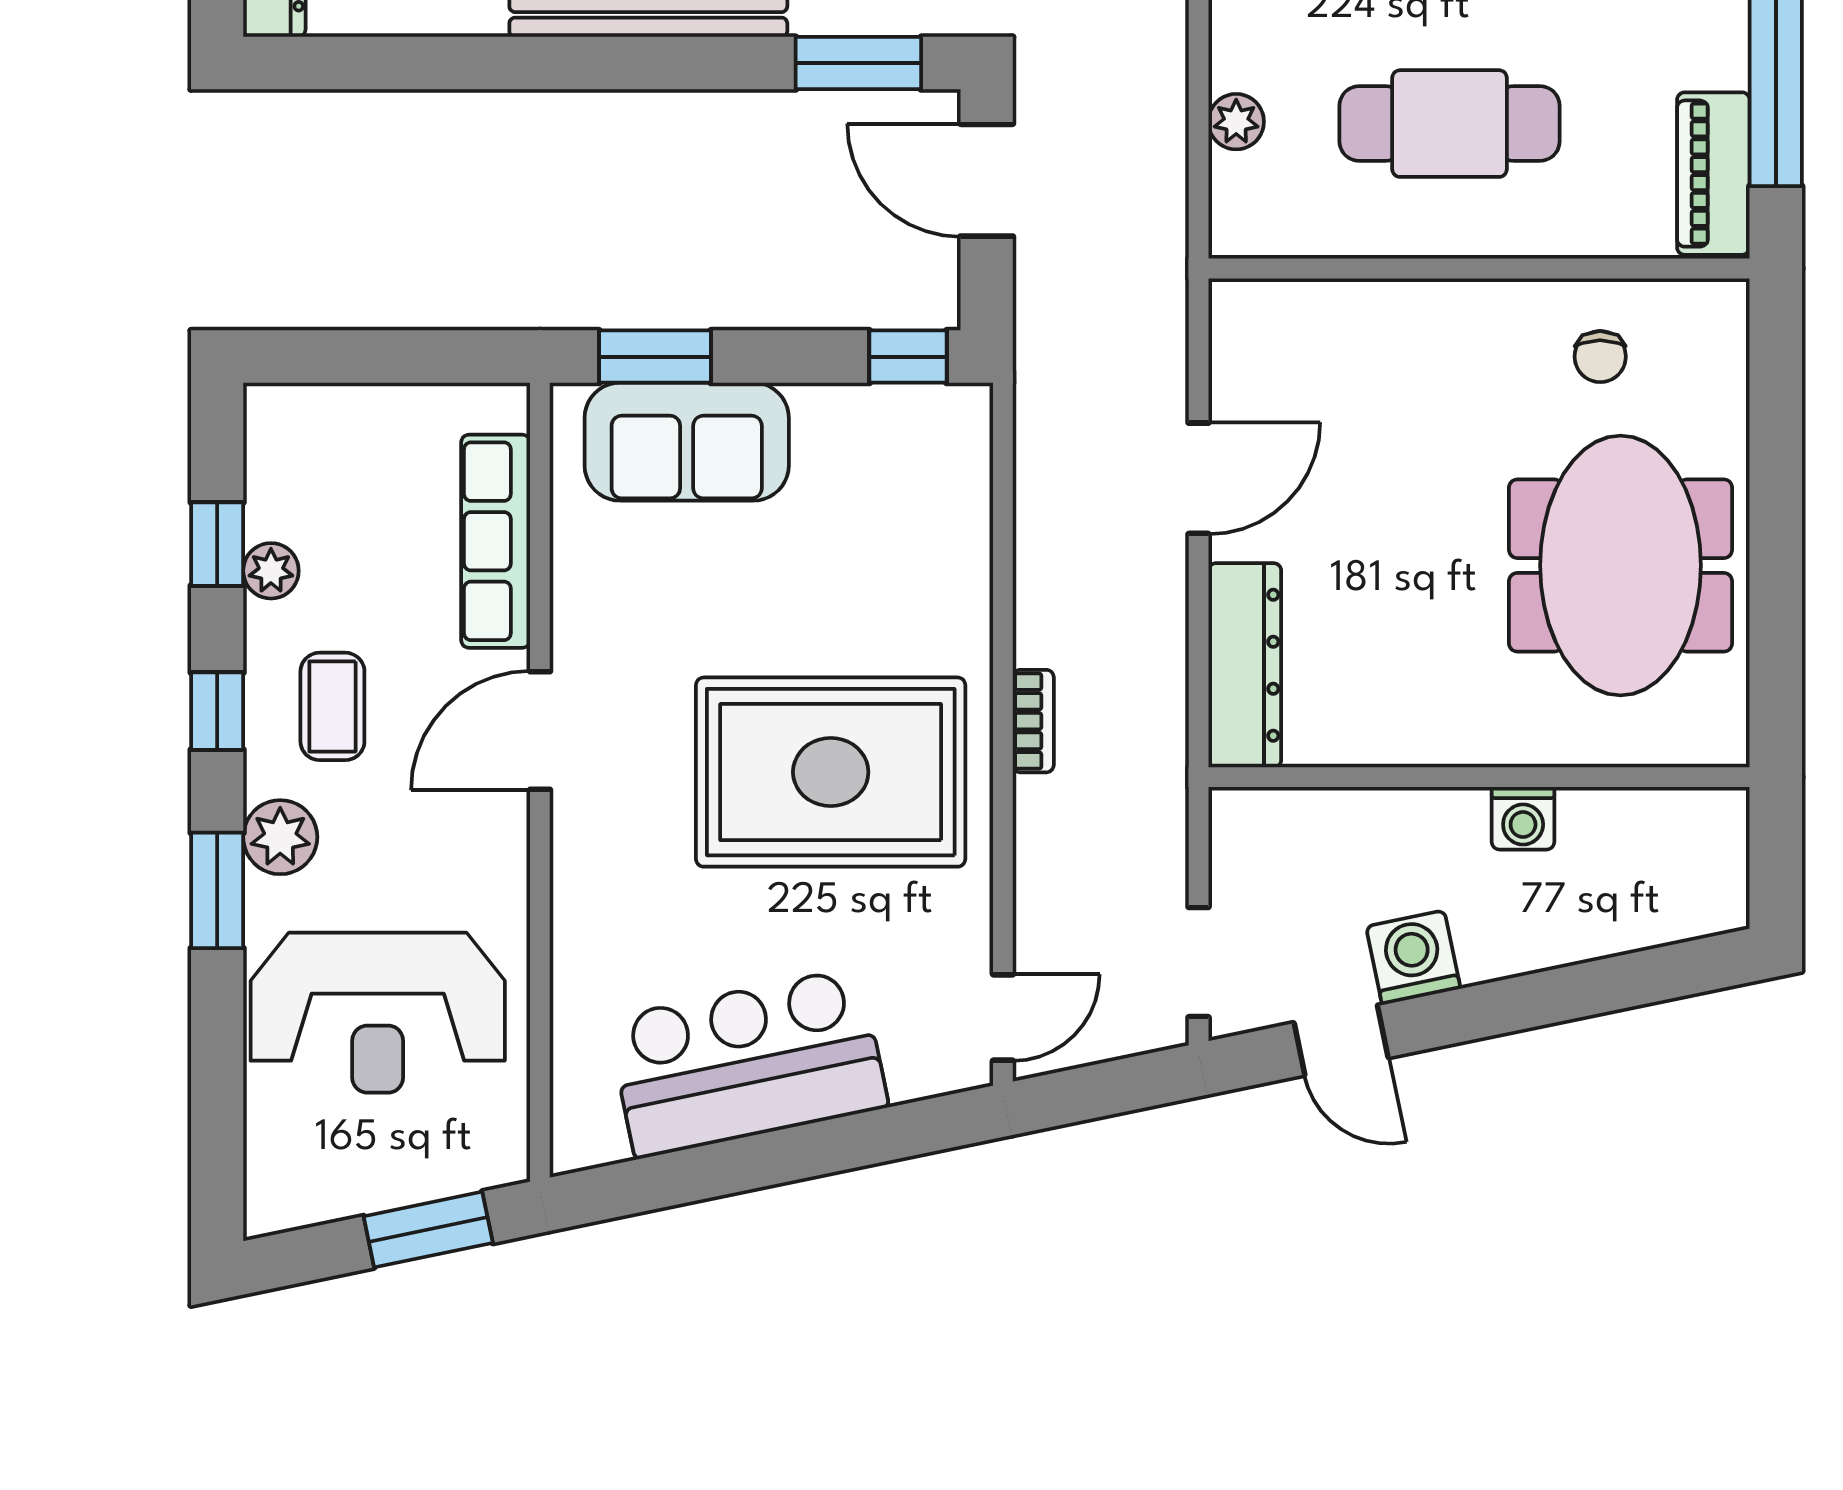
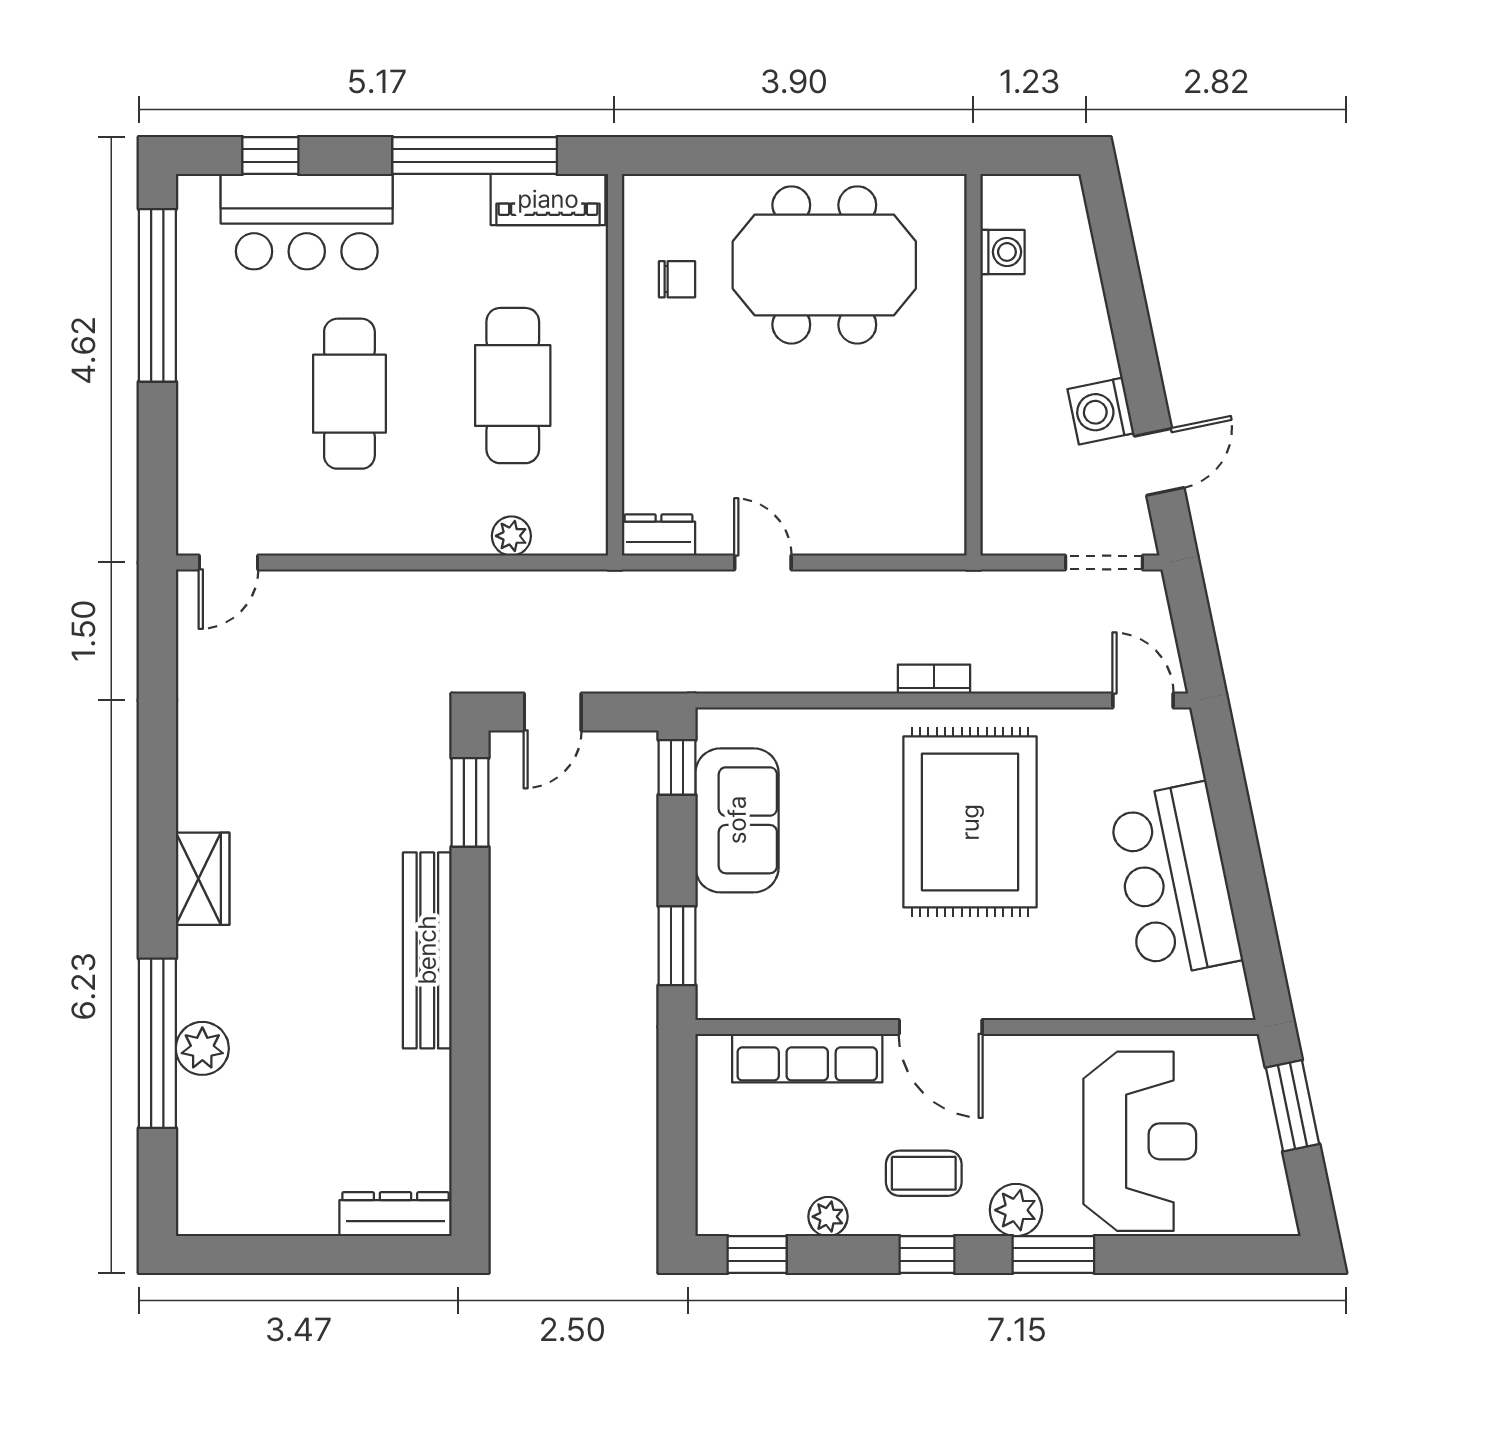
door: (987, 180) -> (553, 712), width x0.73
sofa: (687, 442) -> (737, 820), moved
door: (1199, 478) -> (763, 562), width x0.73
window: (217, 544) -> (757, 1255), moved
dresser: (1245, 665) -> (659, 535), moved, width x0.51, depth x0.80
washing machine: (1523, 818) -> (1003, 252), moved

